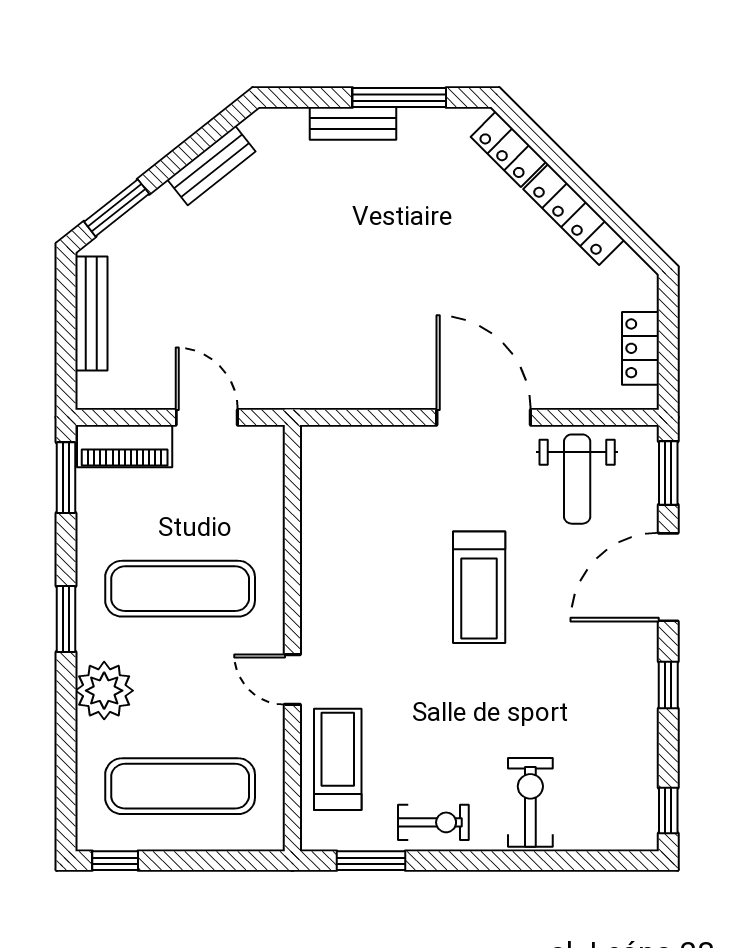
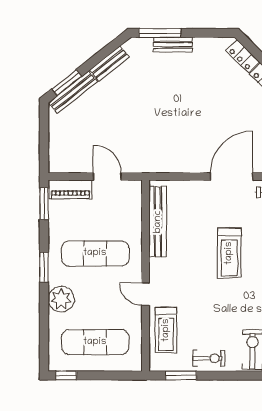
window: (399, 97) -> (160, 33), moved
bench: (91, 313) -> (73, 92), moved, turned 52
door: (484, 417) -> (231, 177), hinge flipped
bench: (319, 518) -> (158, 222), added
treadmill: (338, 759) -> (166, 330), turned 180

